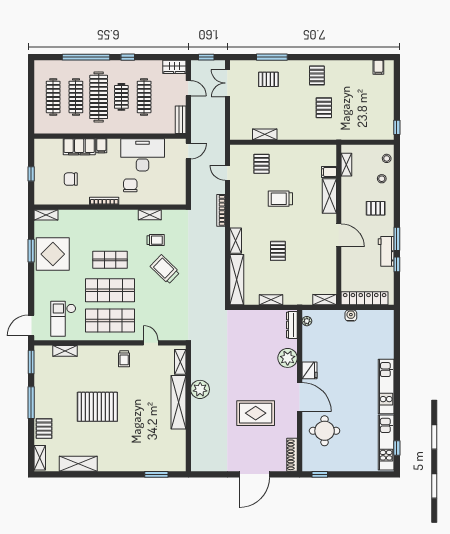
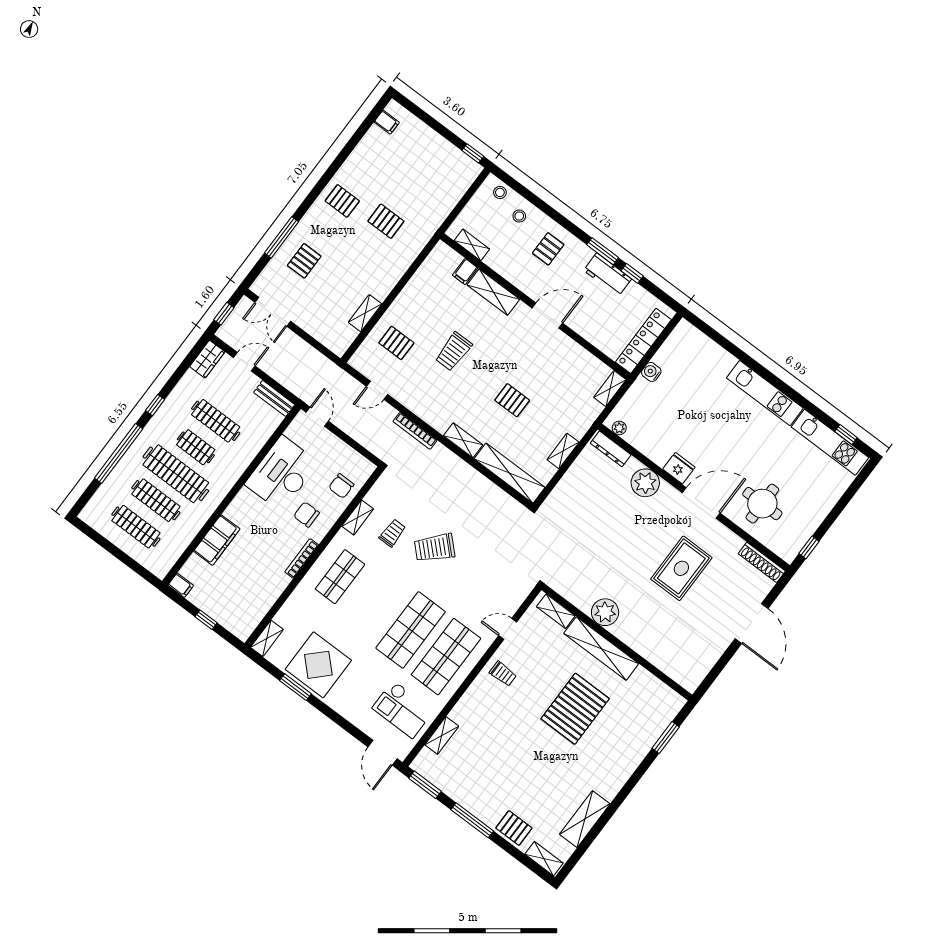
filing cabinet: (101, 146) -> (181, 585), moved
chair: (71, 179) -> (341, 486), moved
shop shelf: (110, 260) -> (340, 577), moved
pallet: (97, 407) -> (575, 709), moved

